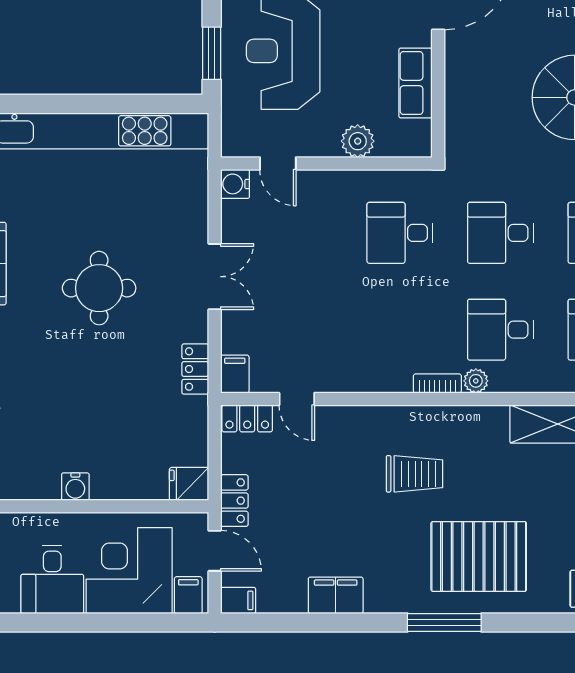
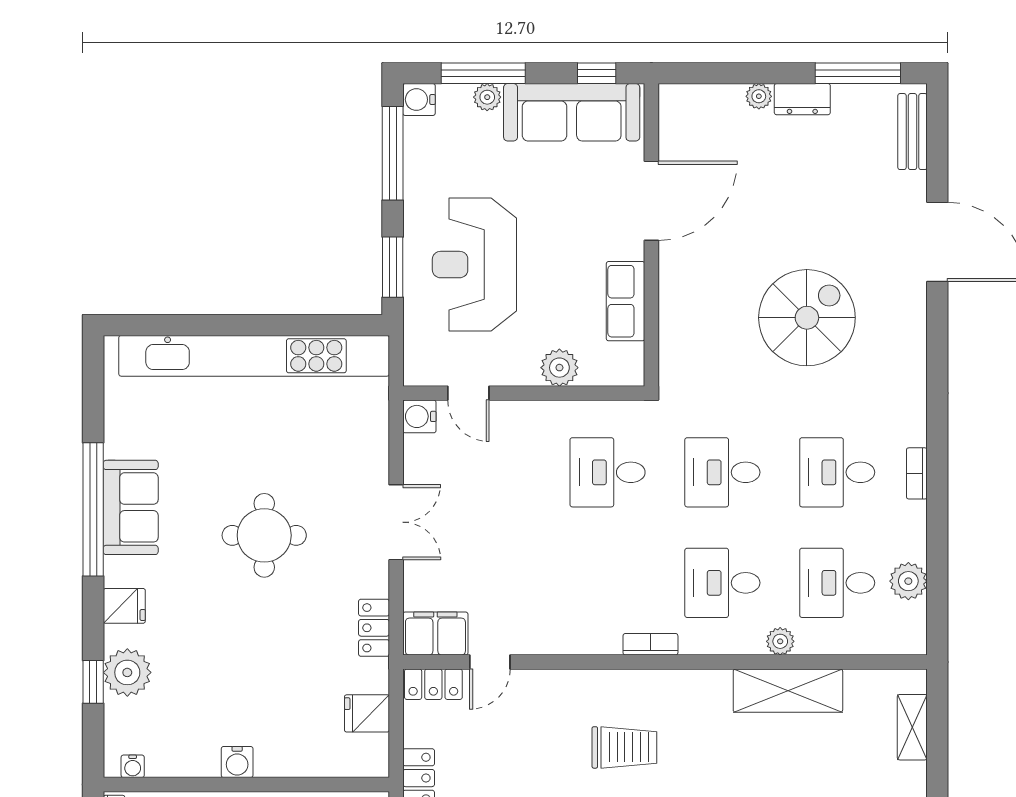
filing cabinet: (235, 374) -> (435, 634), width x2.00
plant: (476, 381) -> (780, 641), moved
door: (297, 399) -> (490, 662), hinge flipped
fridge: (189, 484) -> (367, 713), moved

